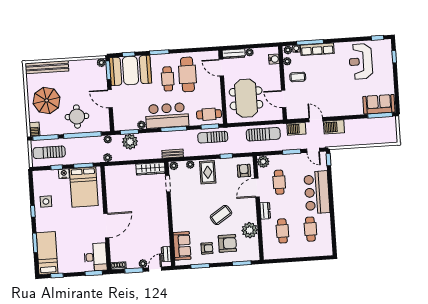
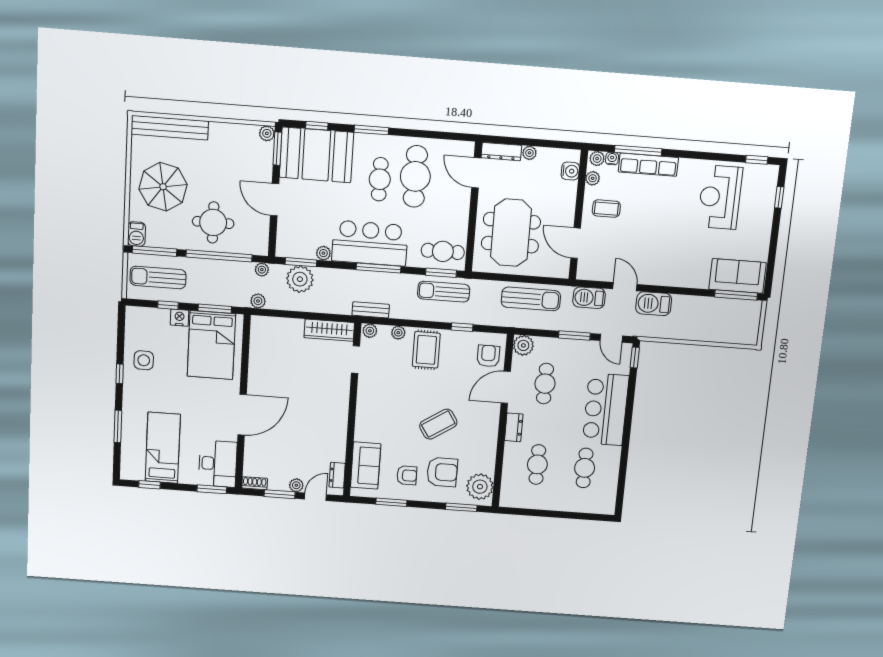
plant: (250, 230) -> (480, 487), moved
bed: (47, 253) -> (163, 448), moved

